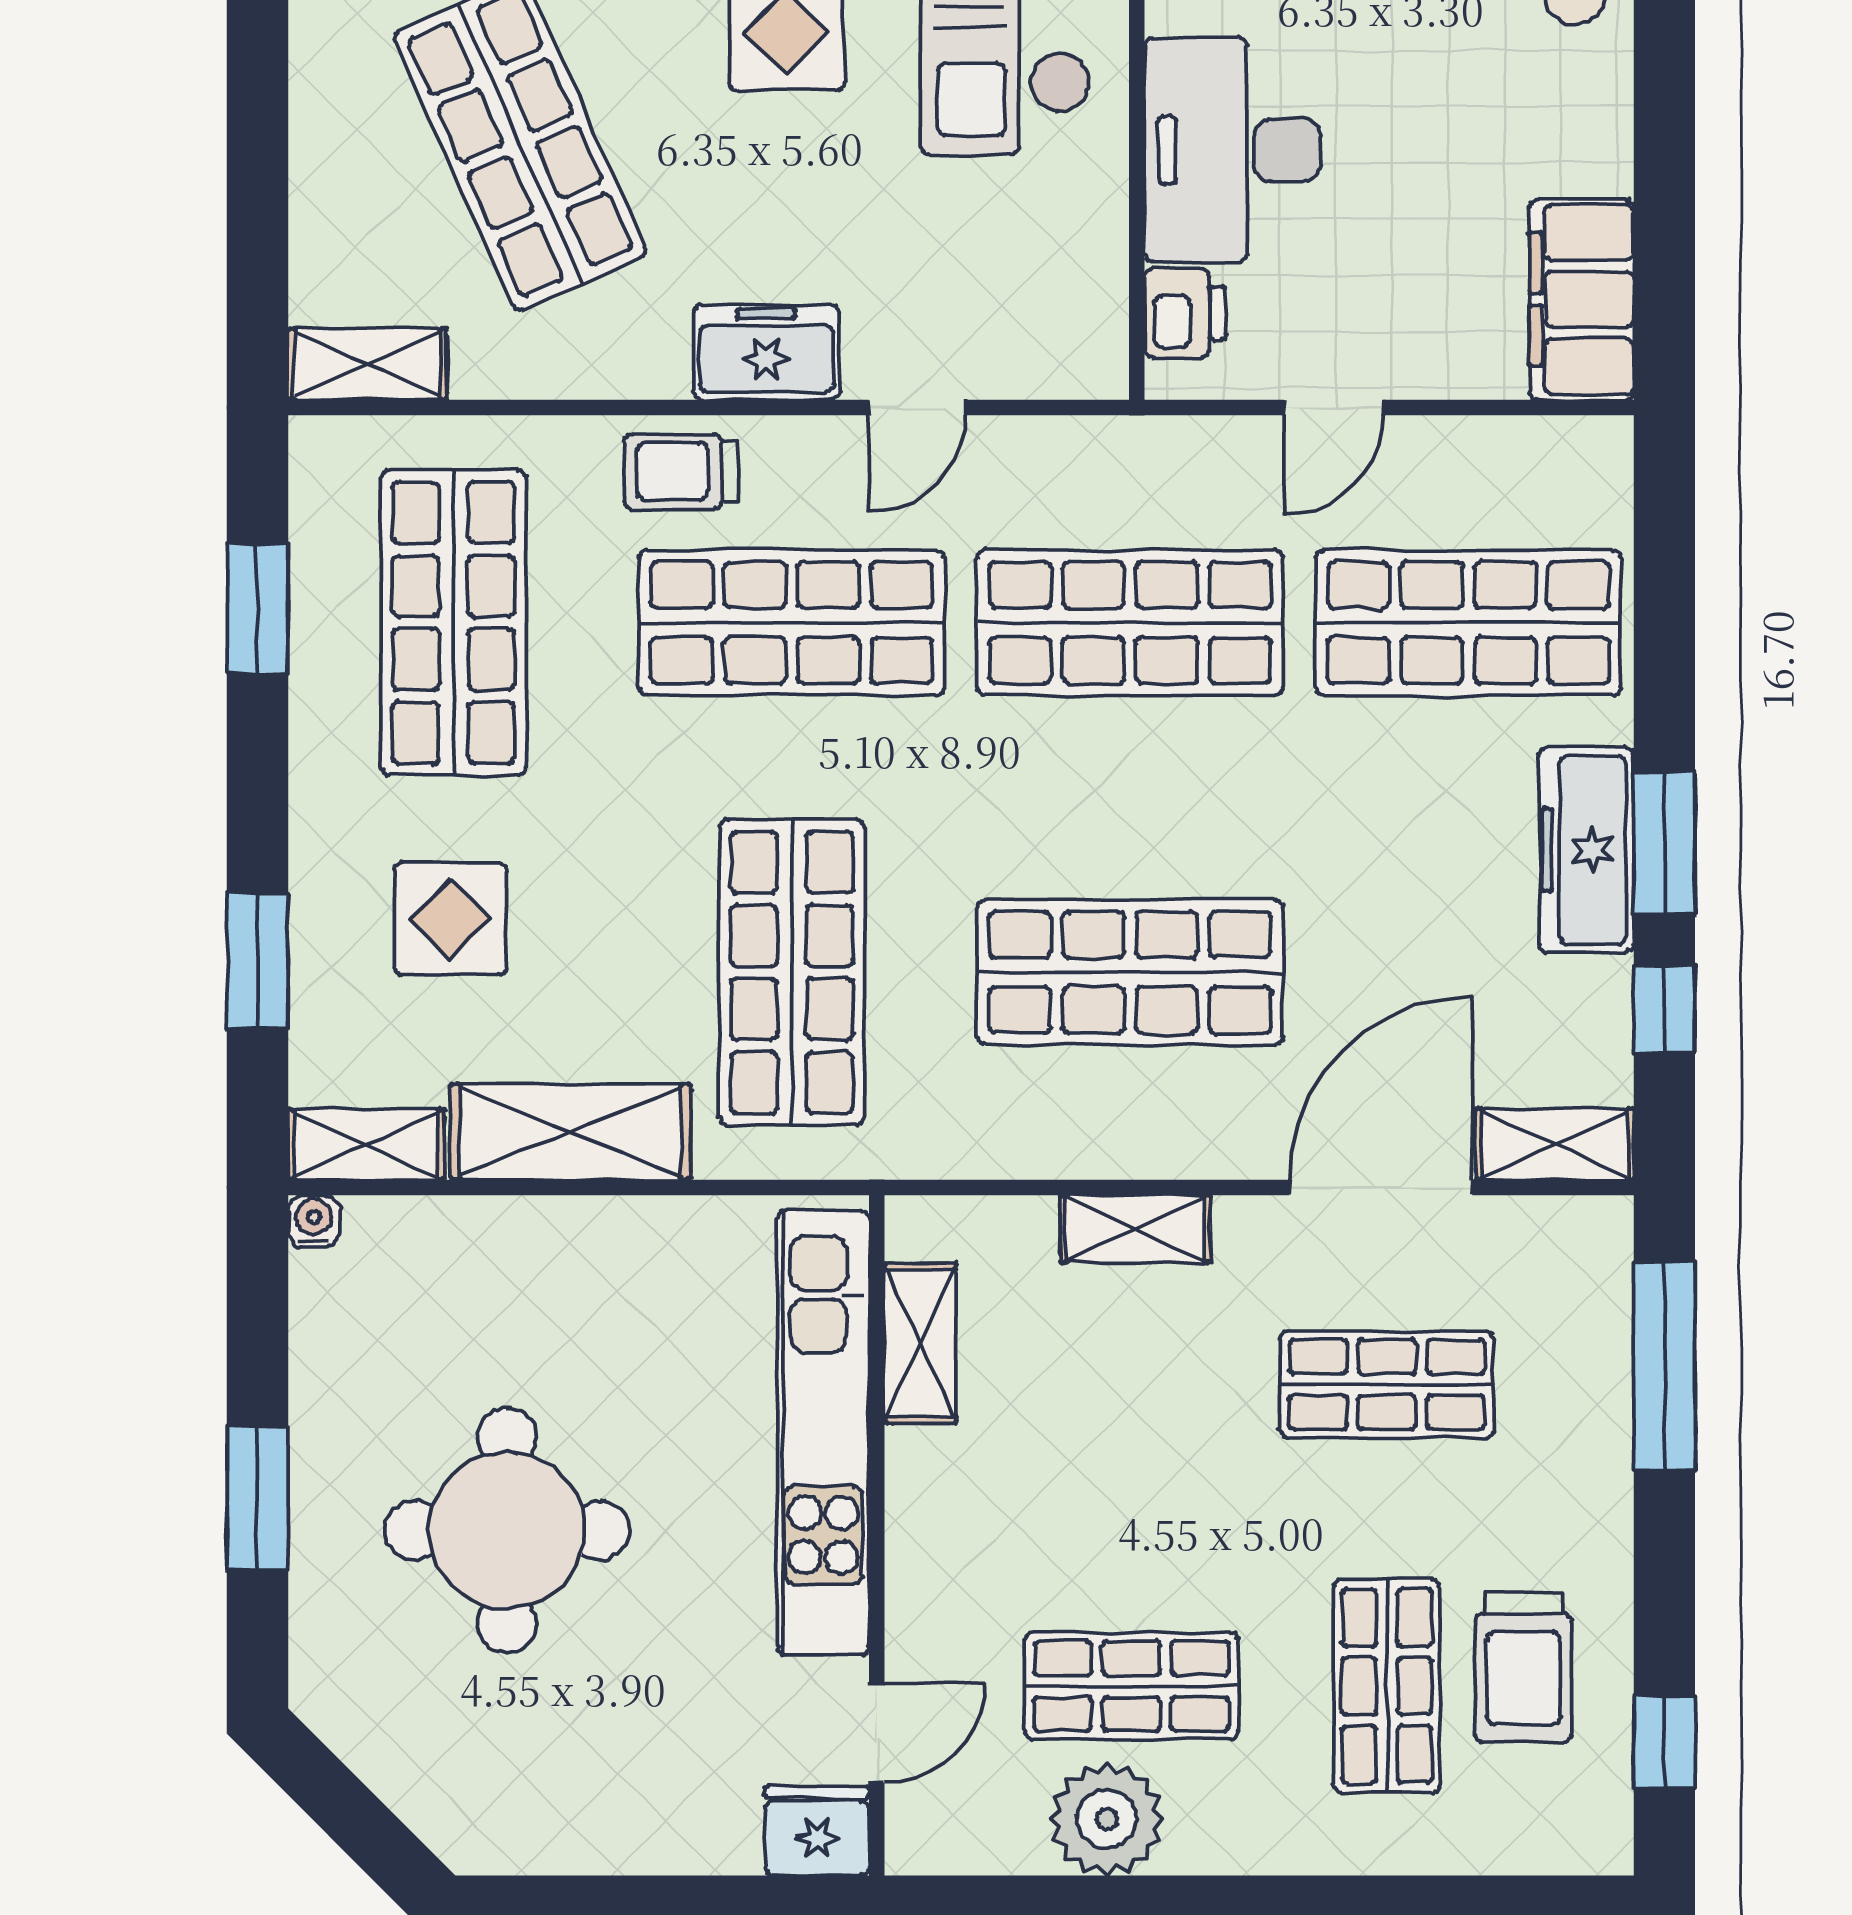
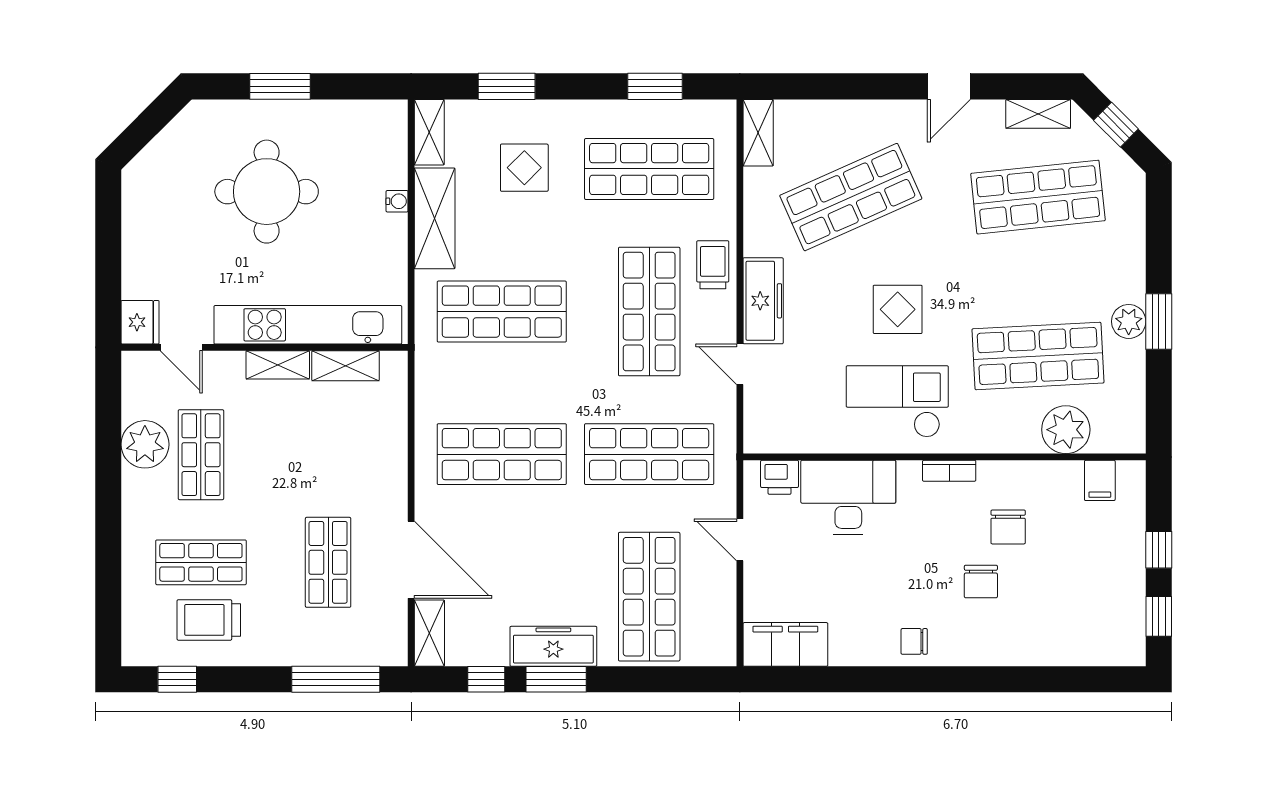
freezer: (766, 352) -> (763, 301), width x1.40
shop shelf: (1130, 623) -> (649, 454), turned 90
shop shelf: (1130, 972) -> (502, 454), turned 90
water cooler: (314, 1221) -> (397, 201), moved
shelving: (1135, 1229) -> (278, 365), moved, turned 90

